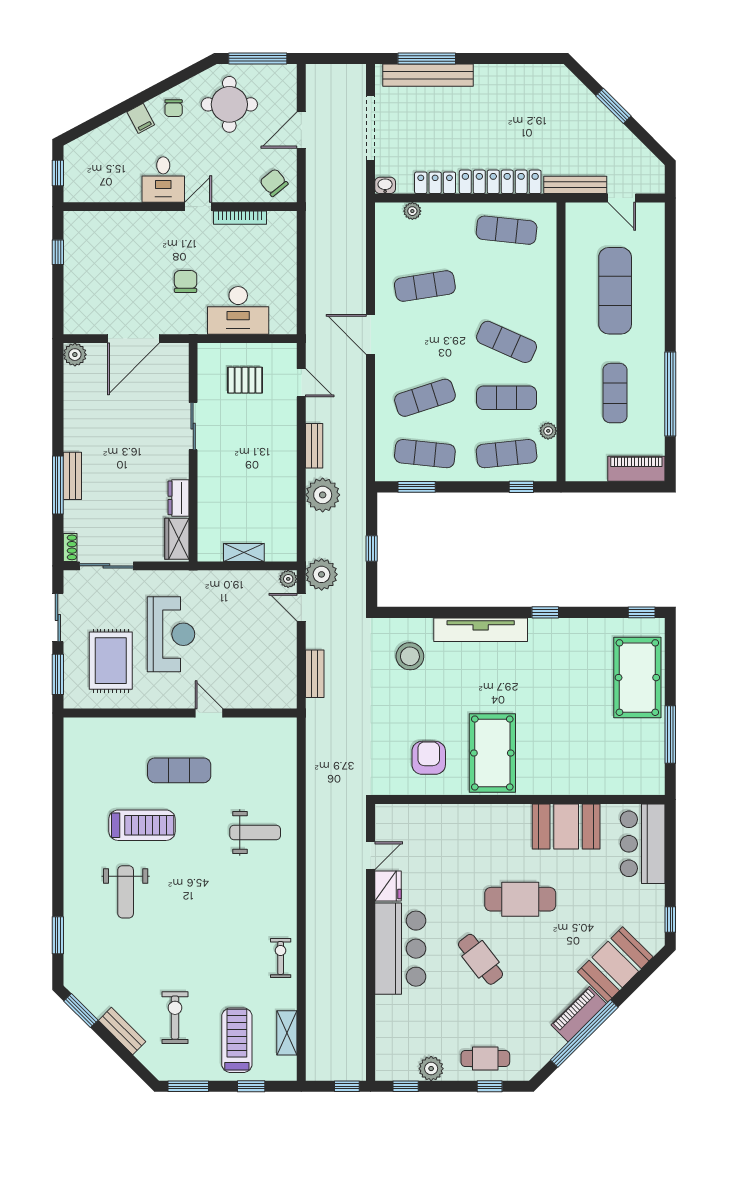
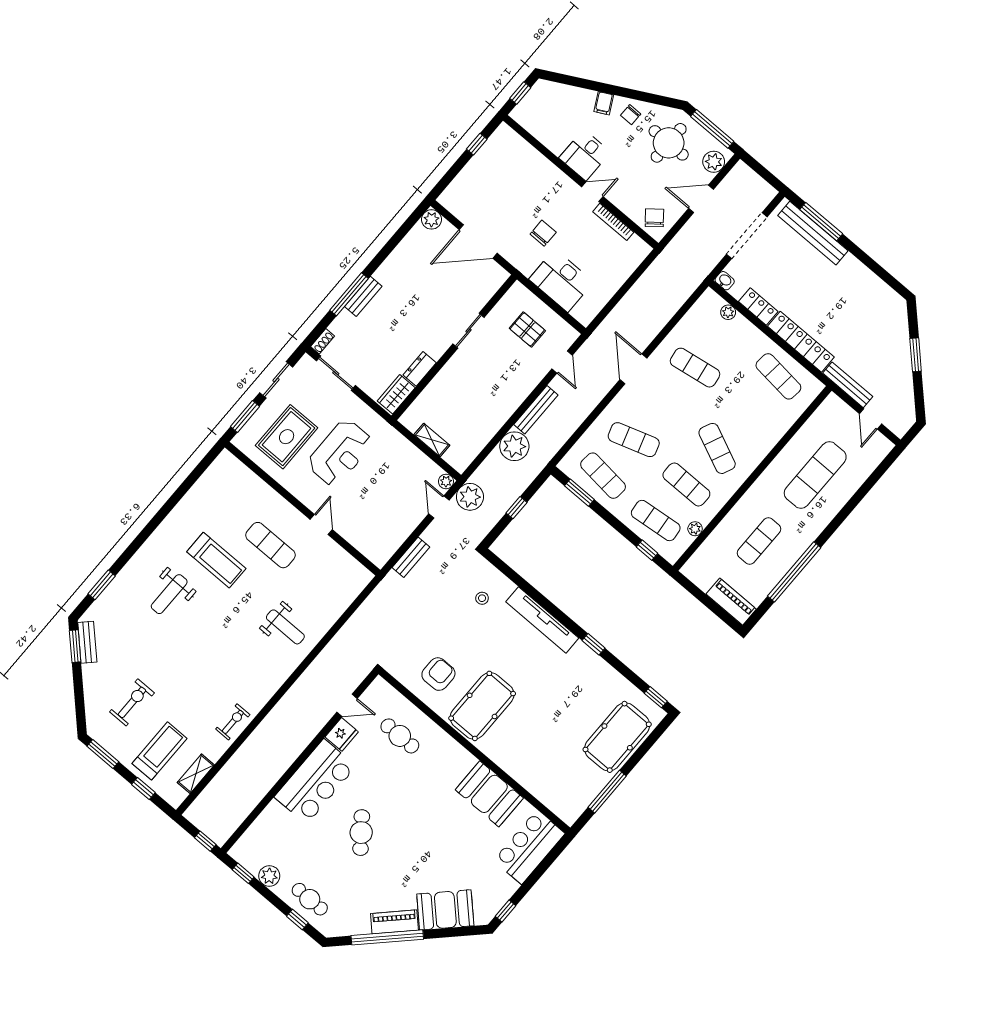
plant: (284, 87) -> (714, 162), added
bench: (314, 446) -> (536, 410), width x1.36
stool: (410, 656) -> (482, 598), width x0.53, depth x0.53
cafe table: (520, 899) -> (400, 736), moved, width x0.73, depth x0.74
bench: (122, 1031) -> (87, 642), moved

